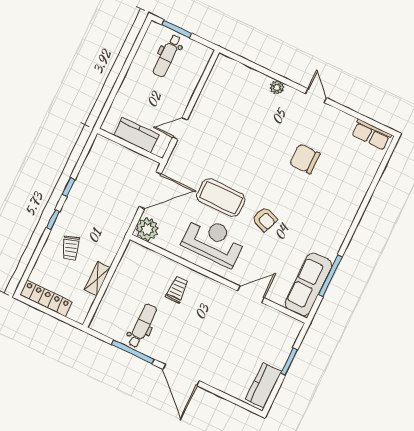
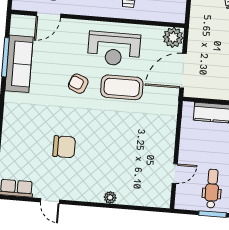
door: (316, 96) -> (50, 201), moved
door: (180, 128) -> (175, 174), moved
sofa: (308, 285) -> (19, 64), moved
door: (251, 294) -> (49, 15), moved

